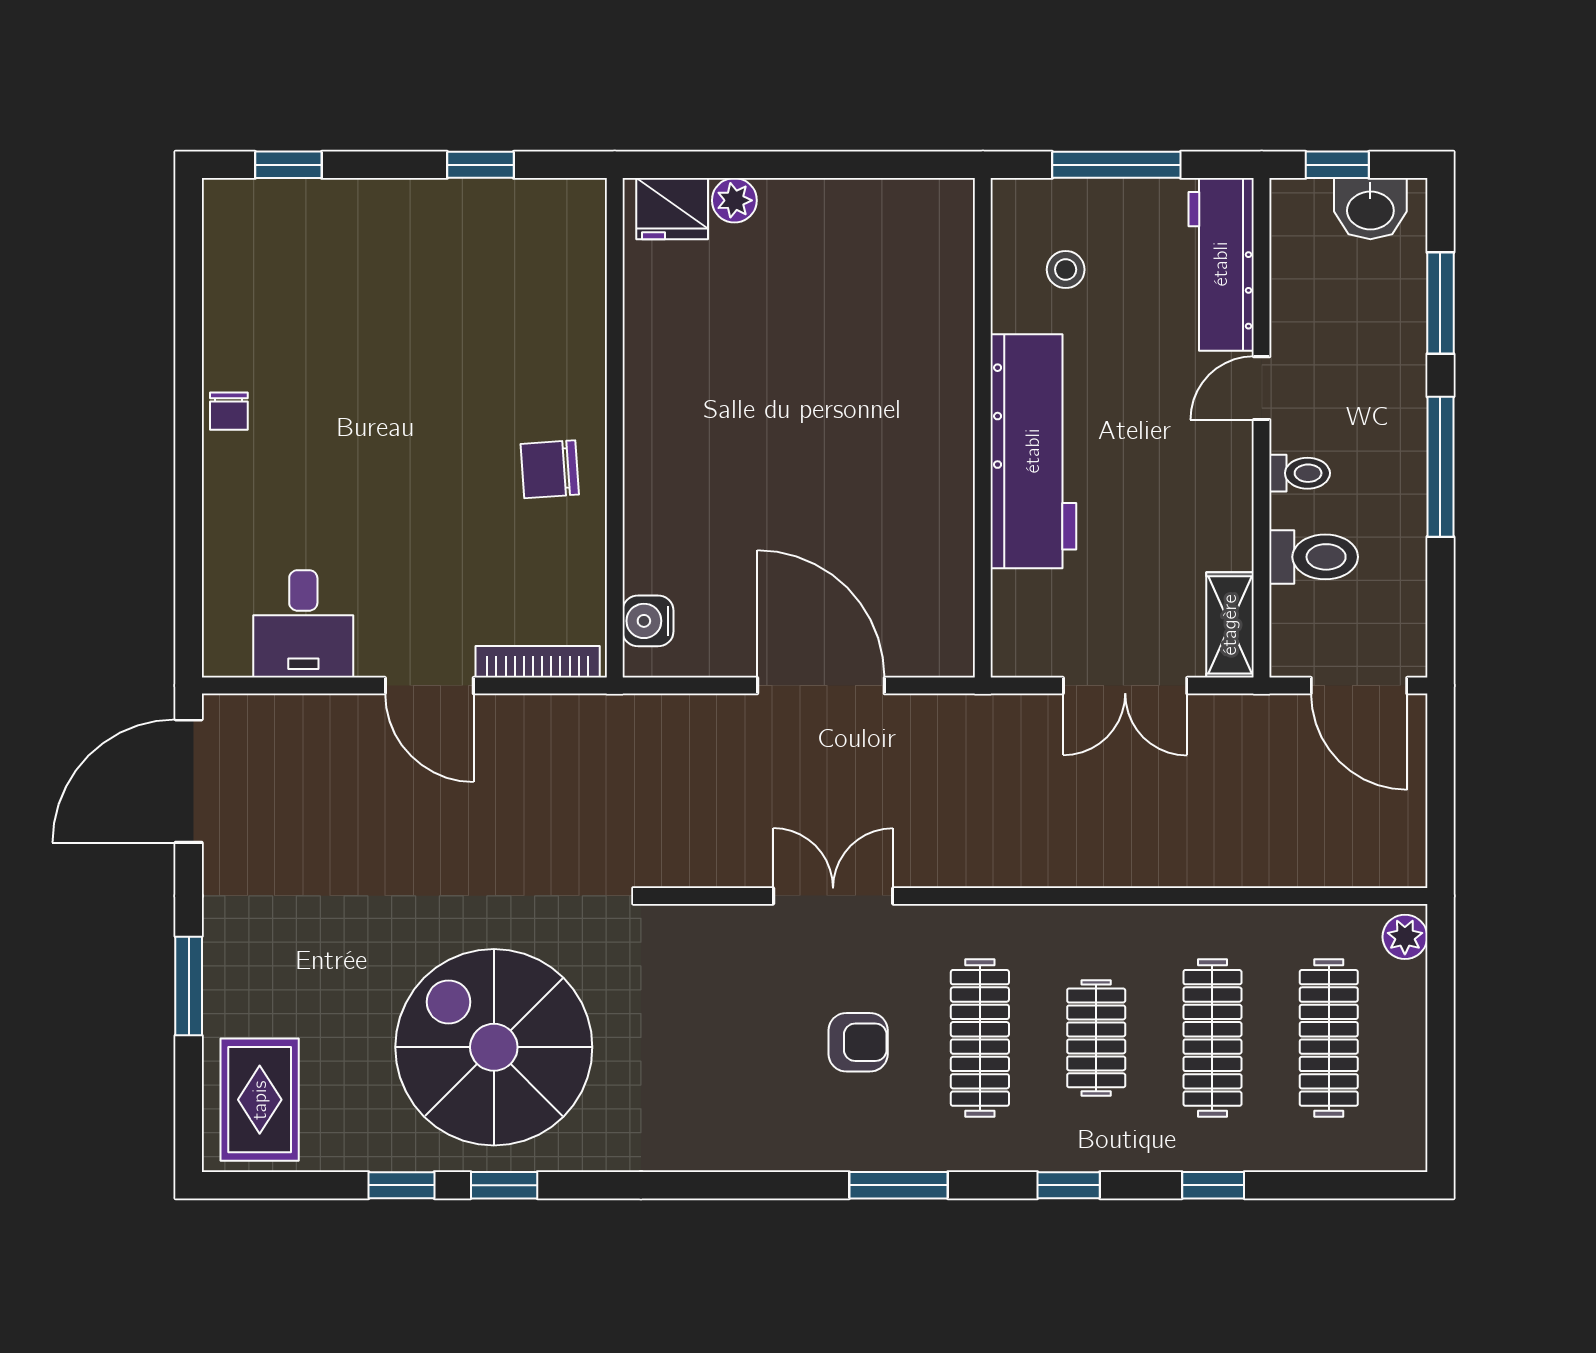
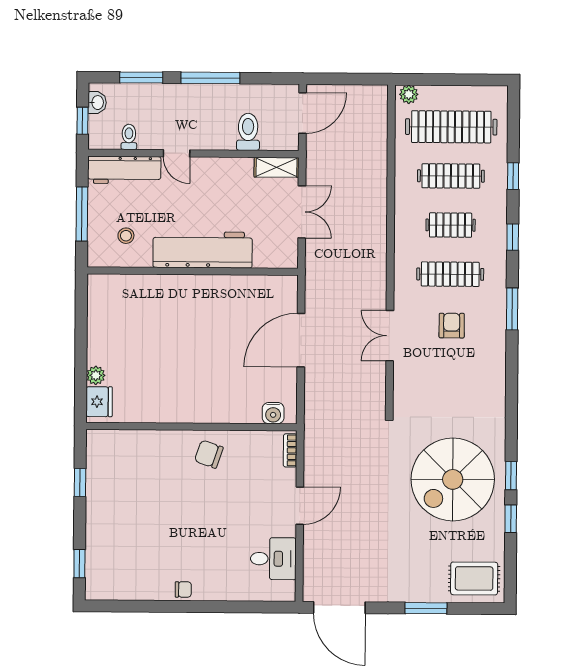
washbasin: (1370, 209) -> (97, 103), width x0.72, depth x0.69
chair: (550, 469) -> (209, 454), turned 113
toilet: (1300, 473) -> (129, 137), moved
bookcase: (538, 662) -> (290, 450), width x0.64
clothes rail: (1329, 1038) -> (451, 127), width x1.37, depth x1.31

